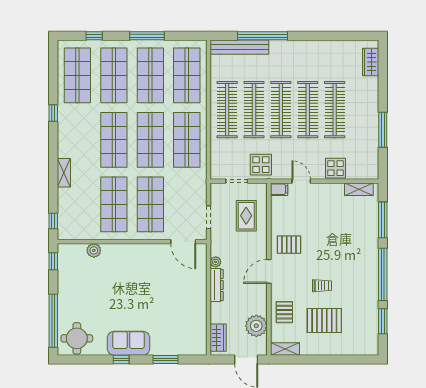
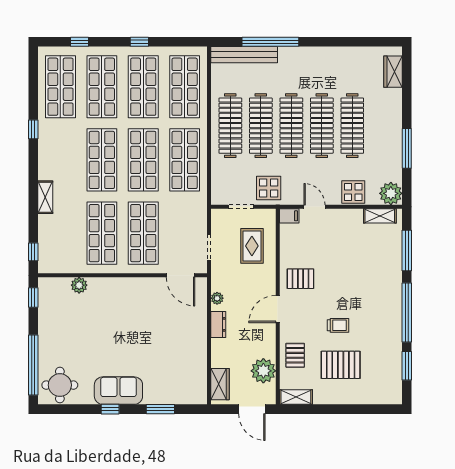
window: (147, 36) -> (139, 42), width x0.46
plant: (369, 169) -> (391, 193), added
dresser: (217, 285) -> (218, 324), width x0.70

